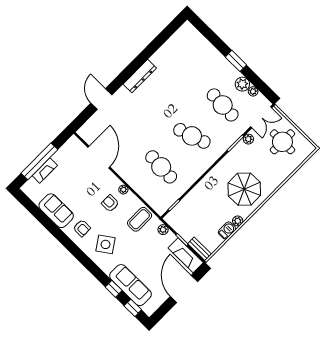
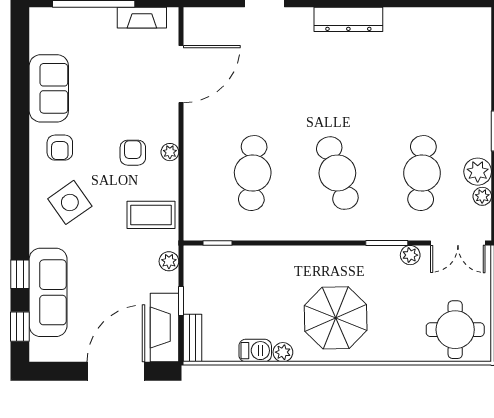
round table: (282, 142) -> (455, 330), moved
fireplace: (45, 170) -> (142, 18), moved

